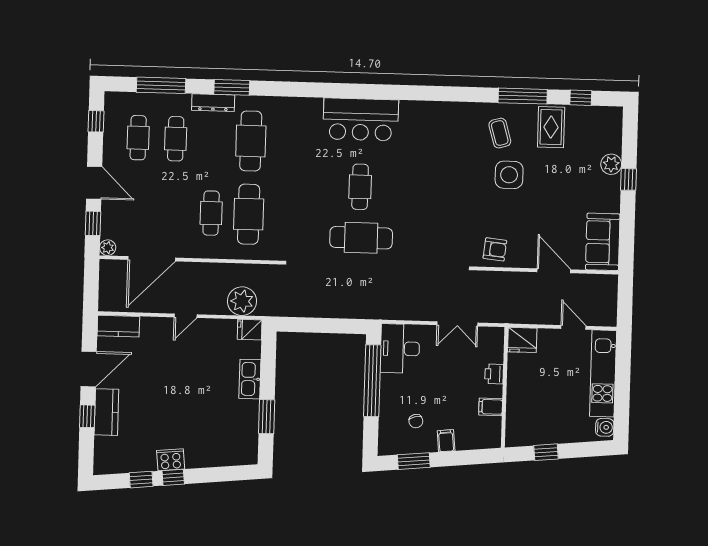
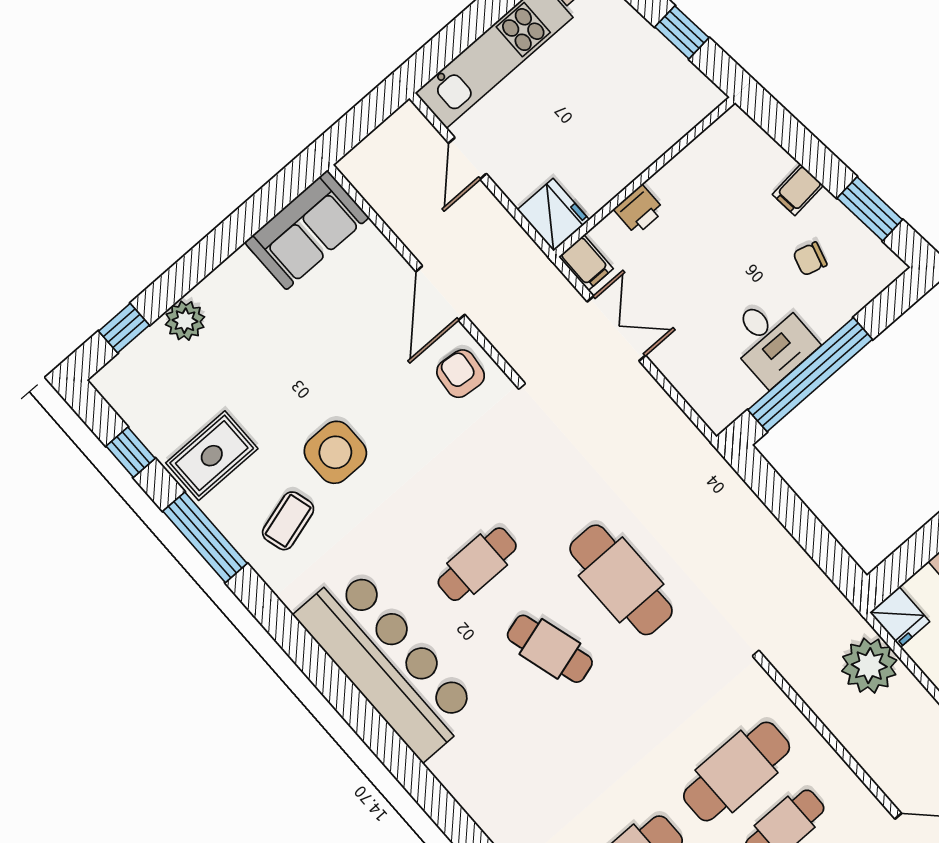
bar counter: (361, 119) -> (388, 663), moved, width x1.36
window: (628, 179) -> (124, 328), moved
cafe table: (360, 187) -> (550, 649), turned 74
cafe table: (417, 189) -> (477, 564), added
door: (554, 271) -> (440, 293), moved
desk: (400, 349) -> (771, 340), moved, width x0.73
filing cabinet: (491, 407) -> (586, 263), moved
chair: (416, 421) -> (810, 259), turned -150

